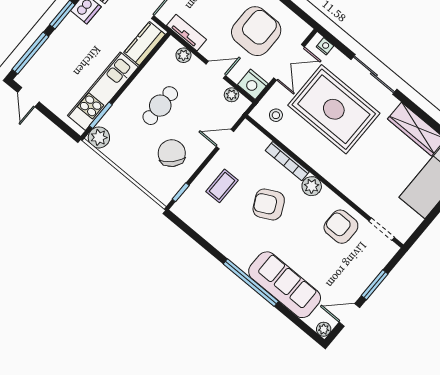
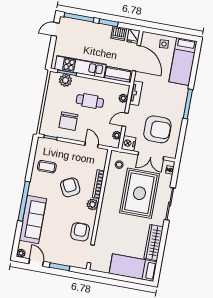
door: (216, 70) -> (125, 120), swing flipped
plant: (99, 137) -> (65, 80), moved
chair: (172, 153) -> (68, 121), turned 136
coffee table: (222, 186) -> (47, 167), moved

